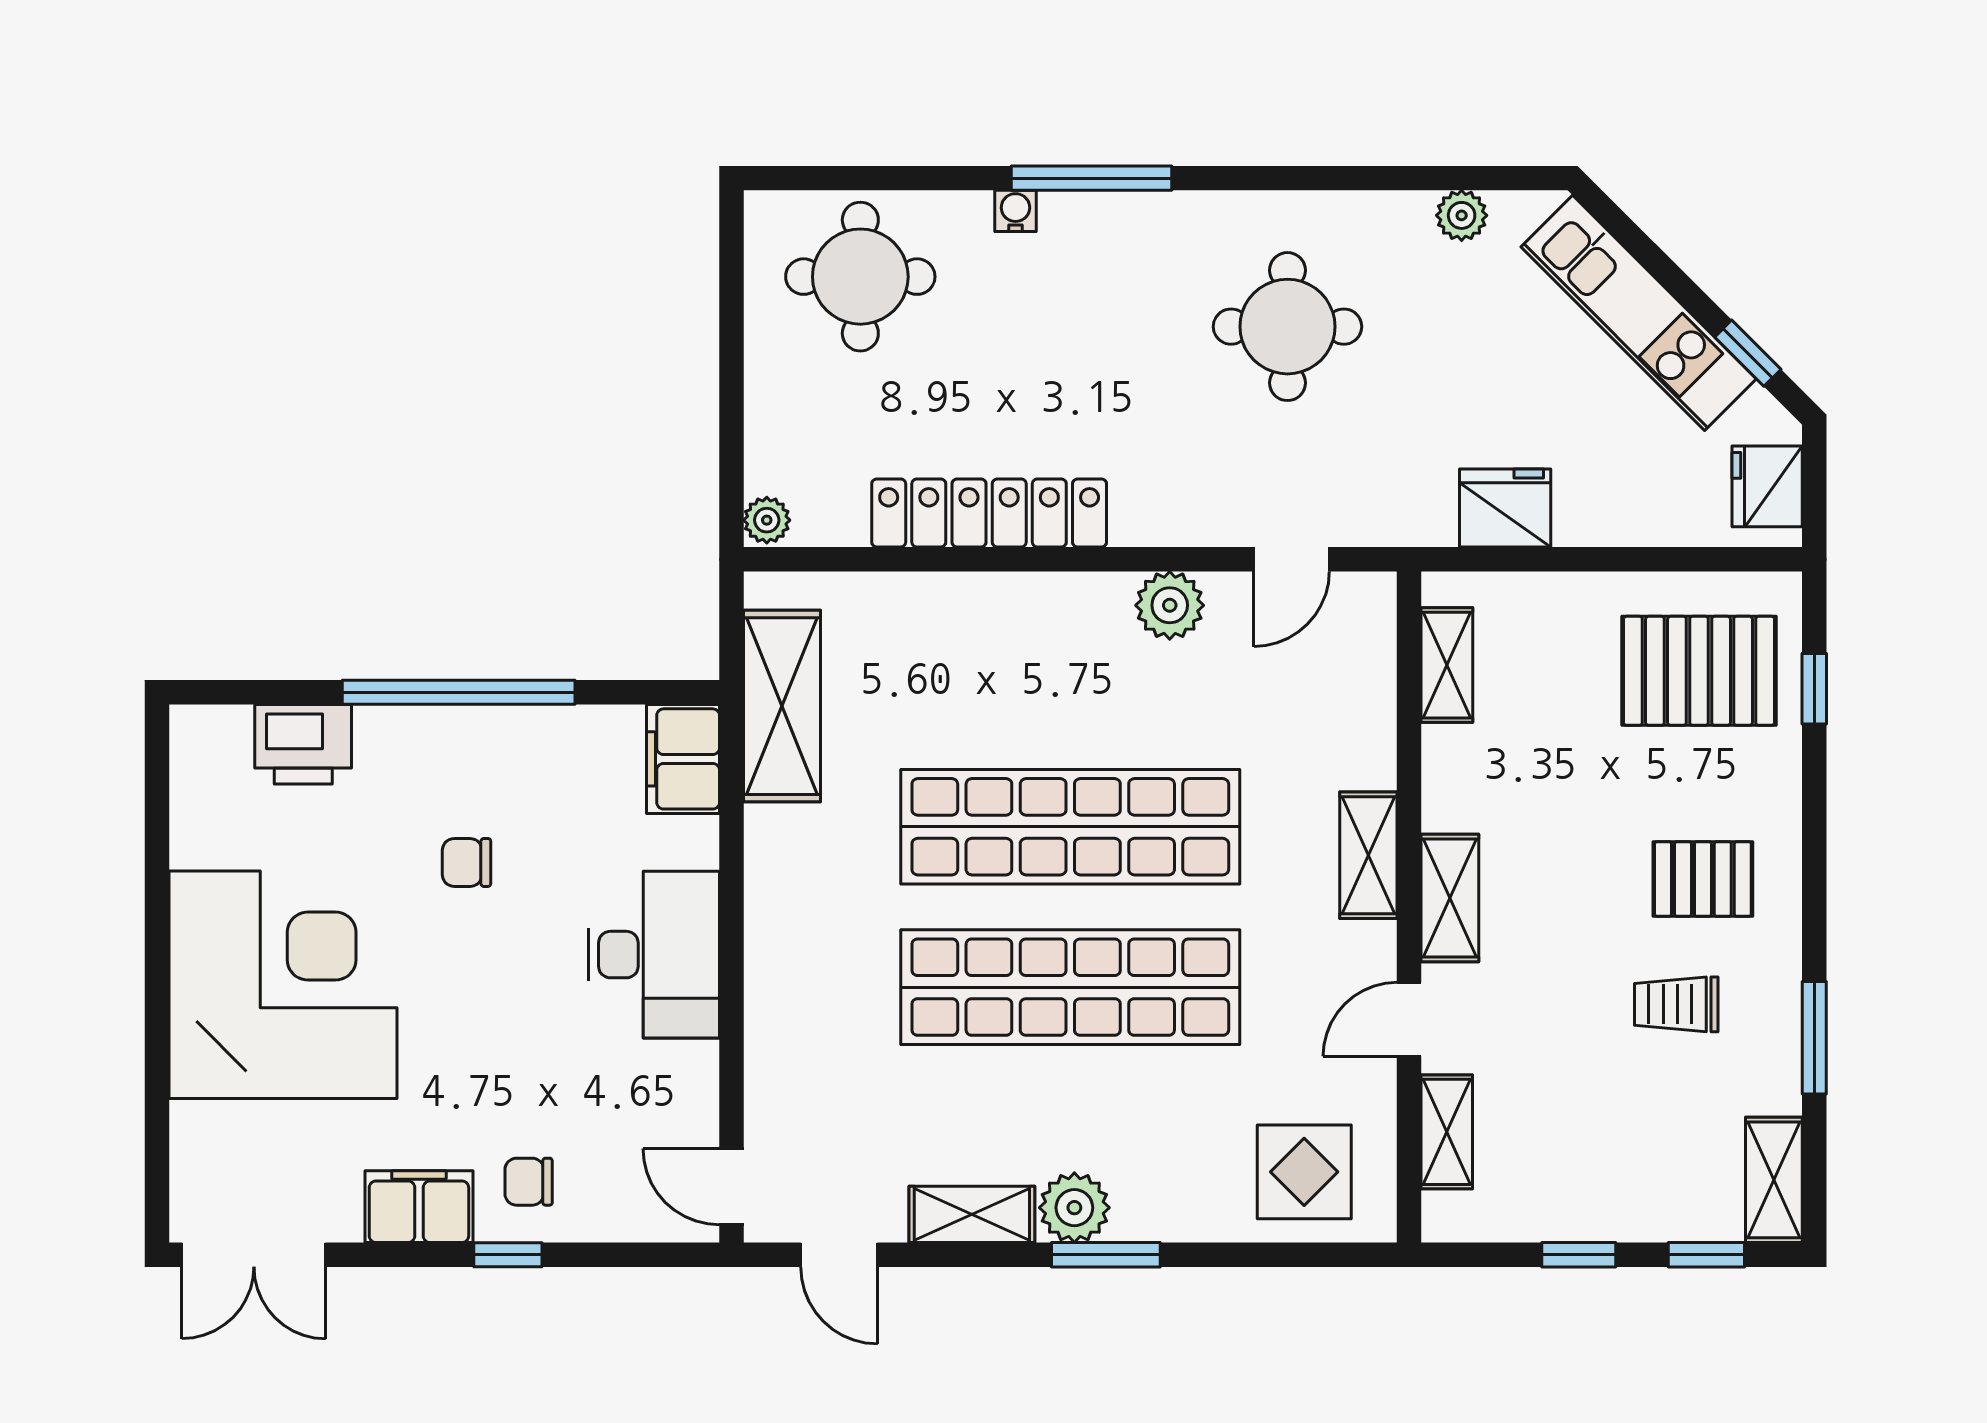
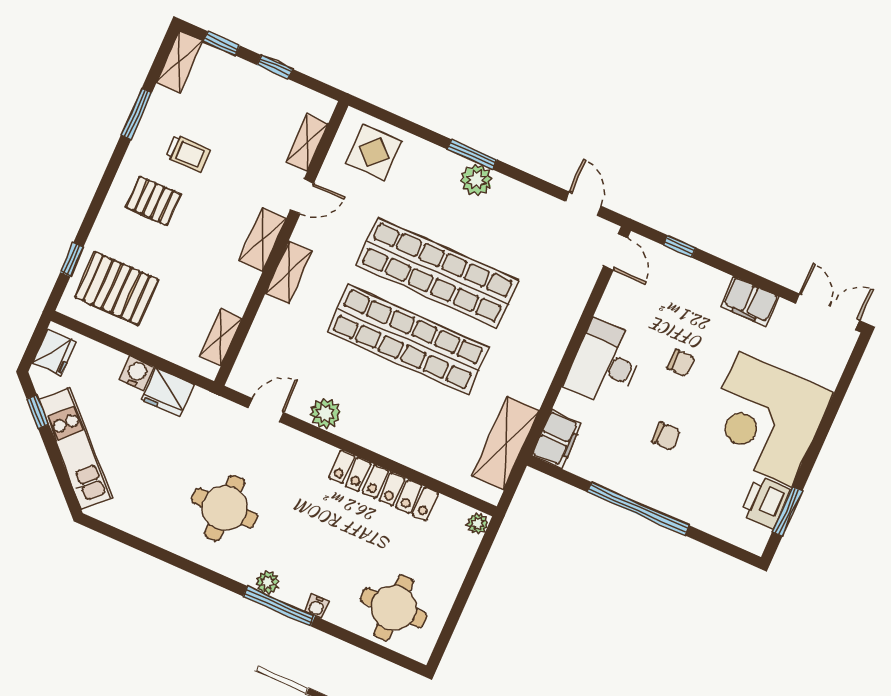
plant: (1462, 215) -> (268, 582), moved
water cooler: (1584, 519) -> (137, 373), added
printer: (303, 744) -> (765, 502), moved, turned -90
window: (157, 819) -> (787, 511), added
chair: (529, 1182) -> (681, 363), moved
shelving: (972, 1214) -> (520, 196), removed
window: (508, 1255) -> (680, 246), moved

